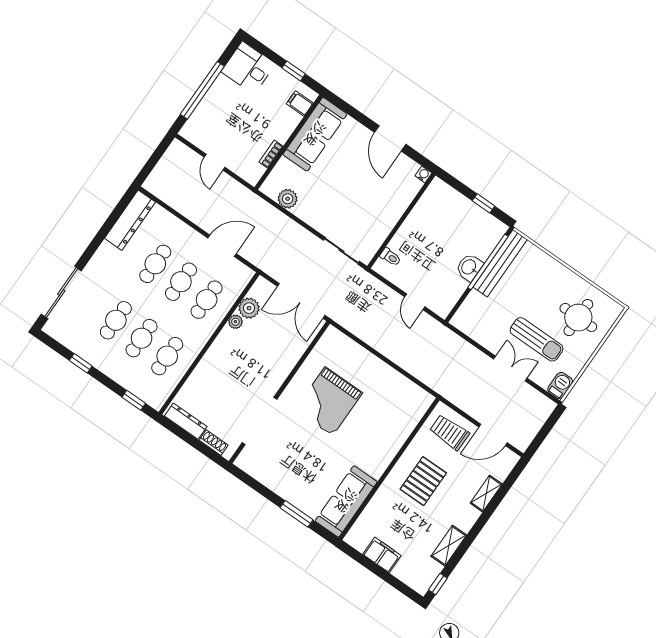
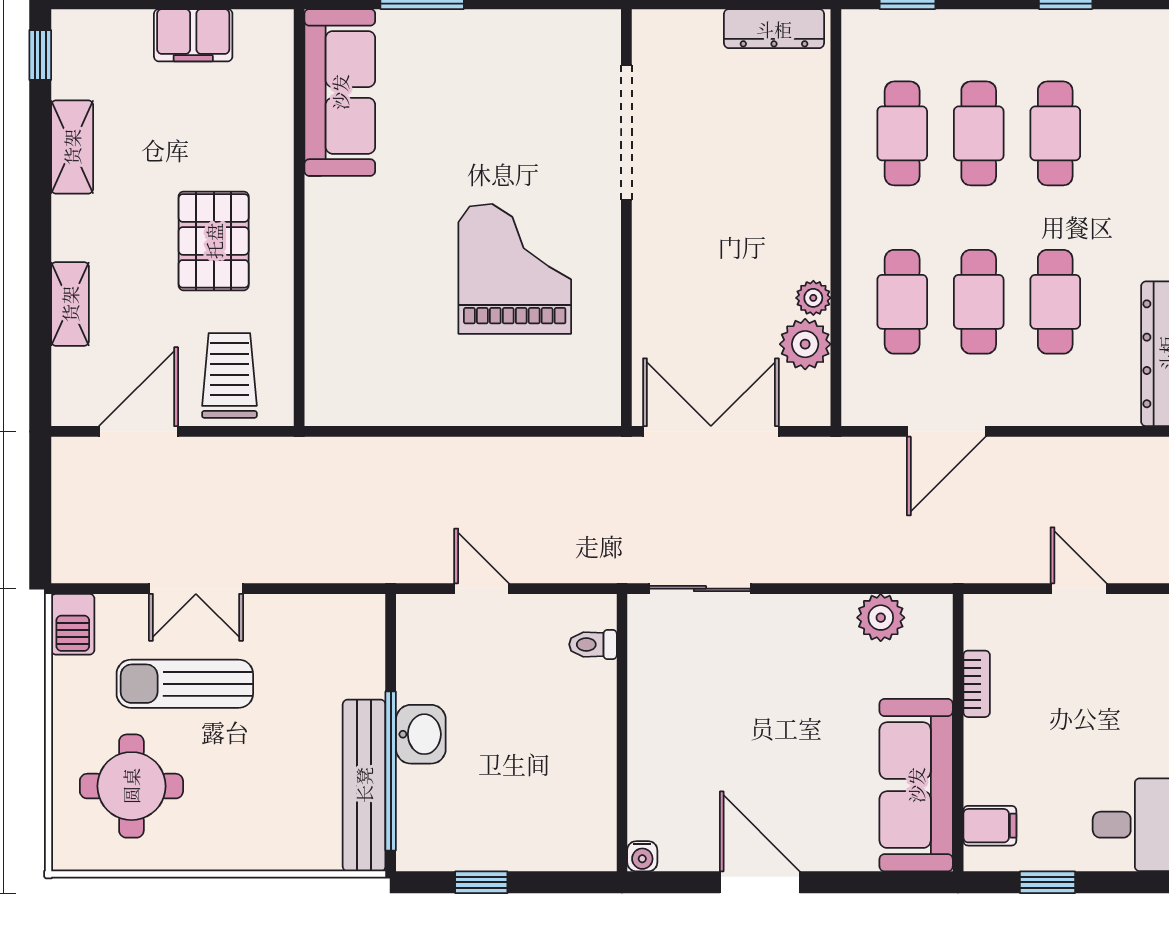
trolley: (449, 432) -> (229, 375), turned -90
shoe rack: (214, 443) -> (688, 25), removed

